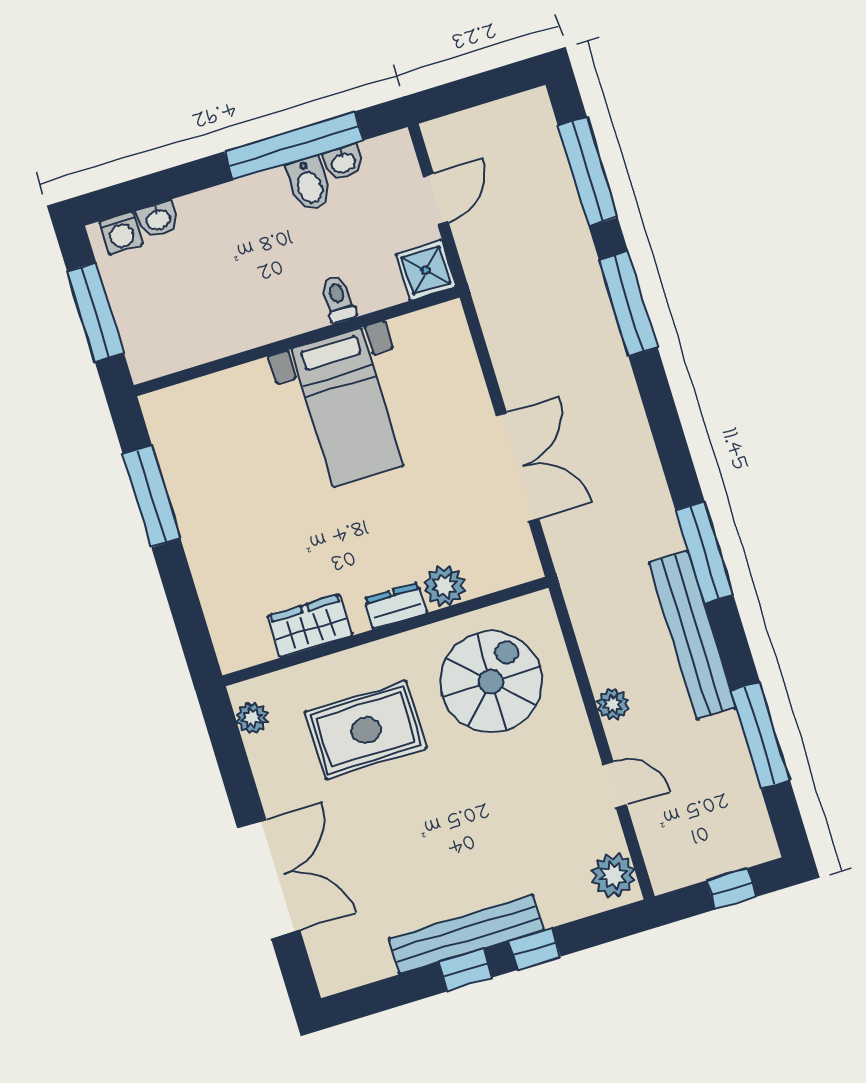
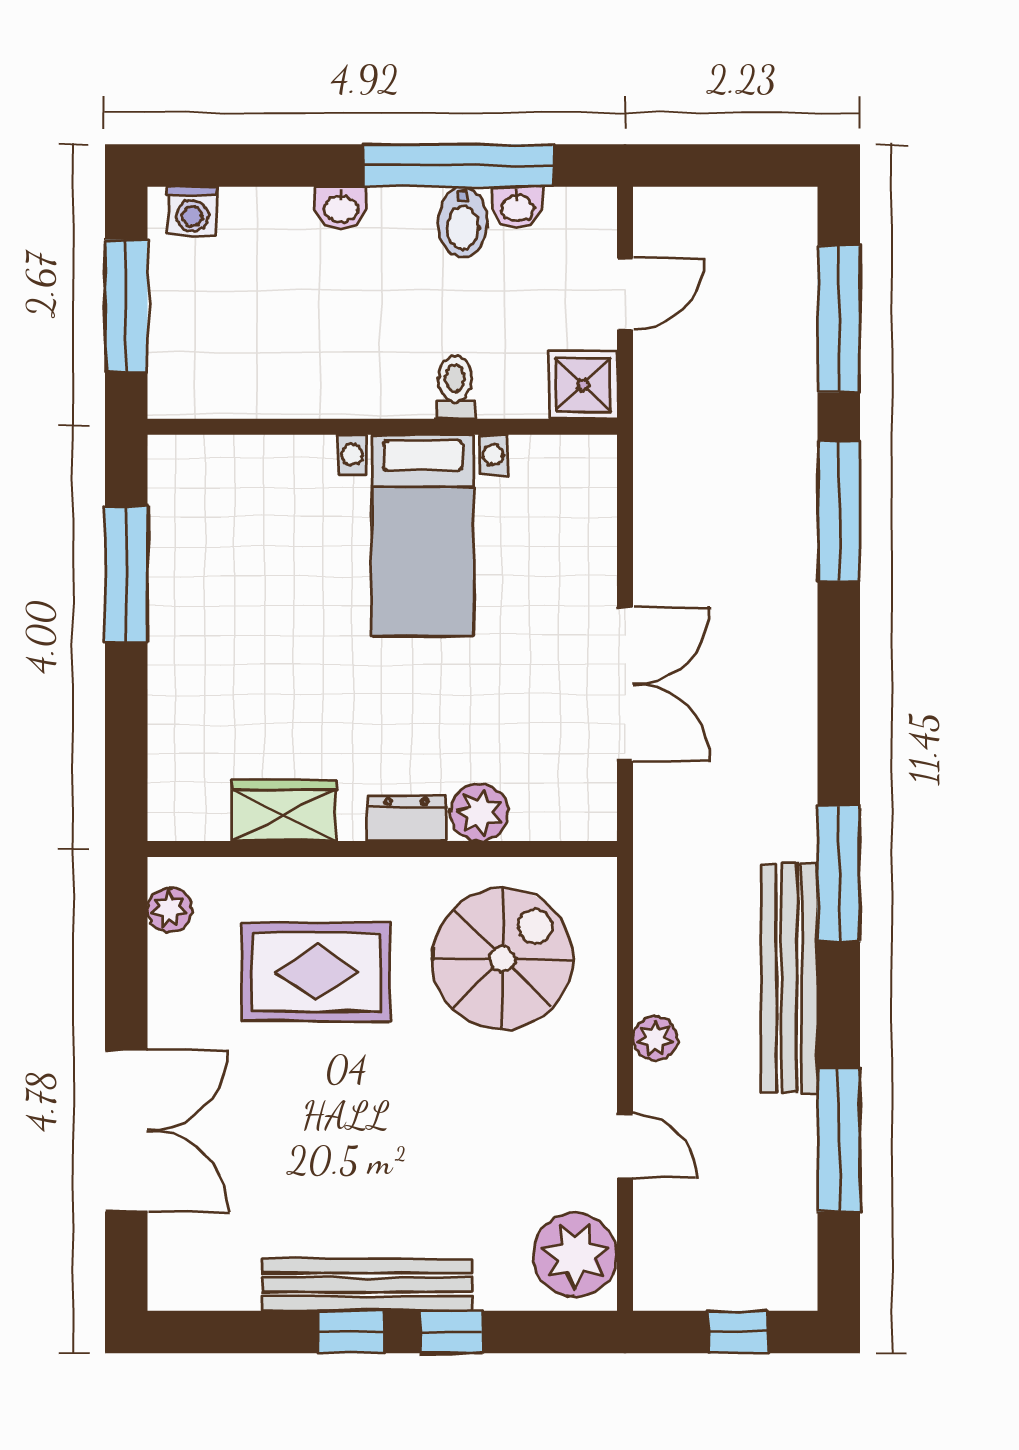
washbasin: (158, 219) -> (341, 208), moved
plant: (613, 875) -> (575, 1255), width x1.36, depth x1.36

